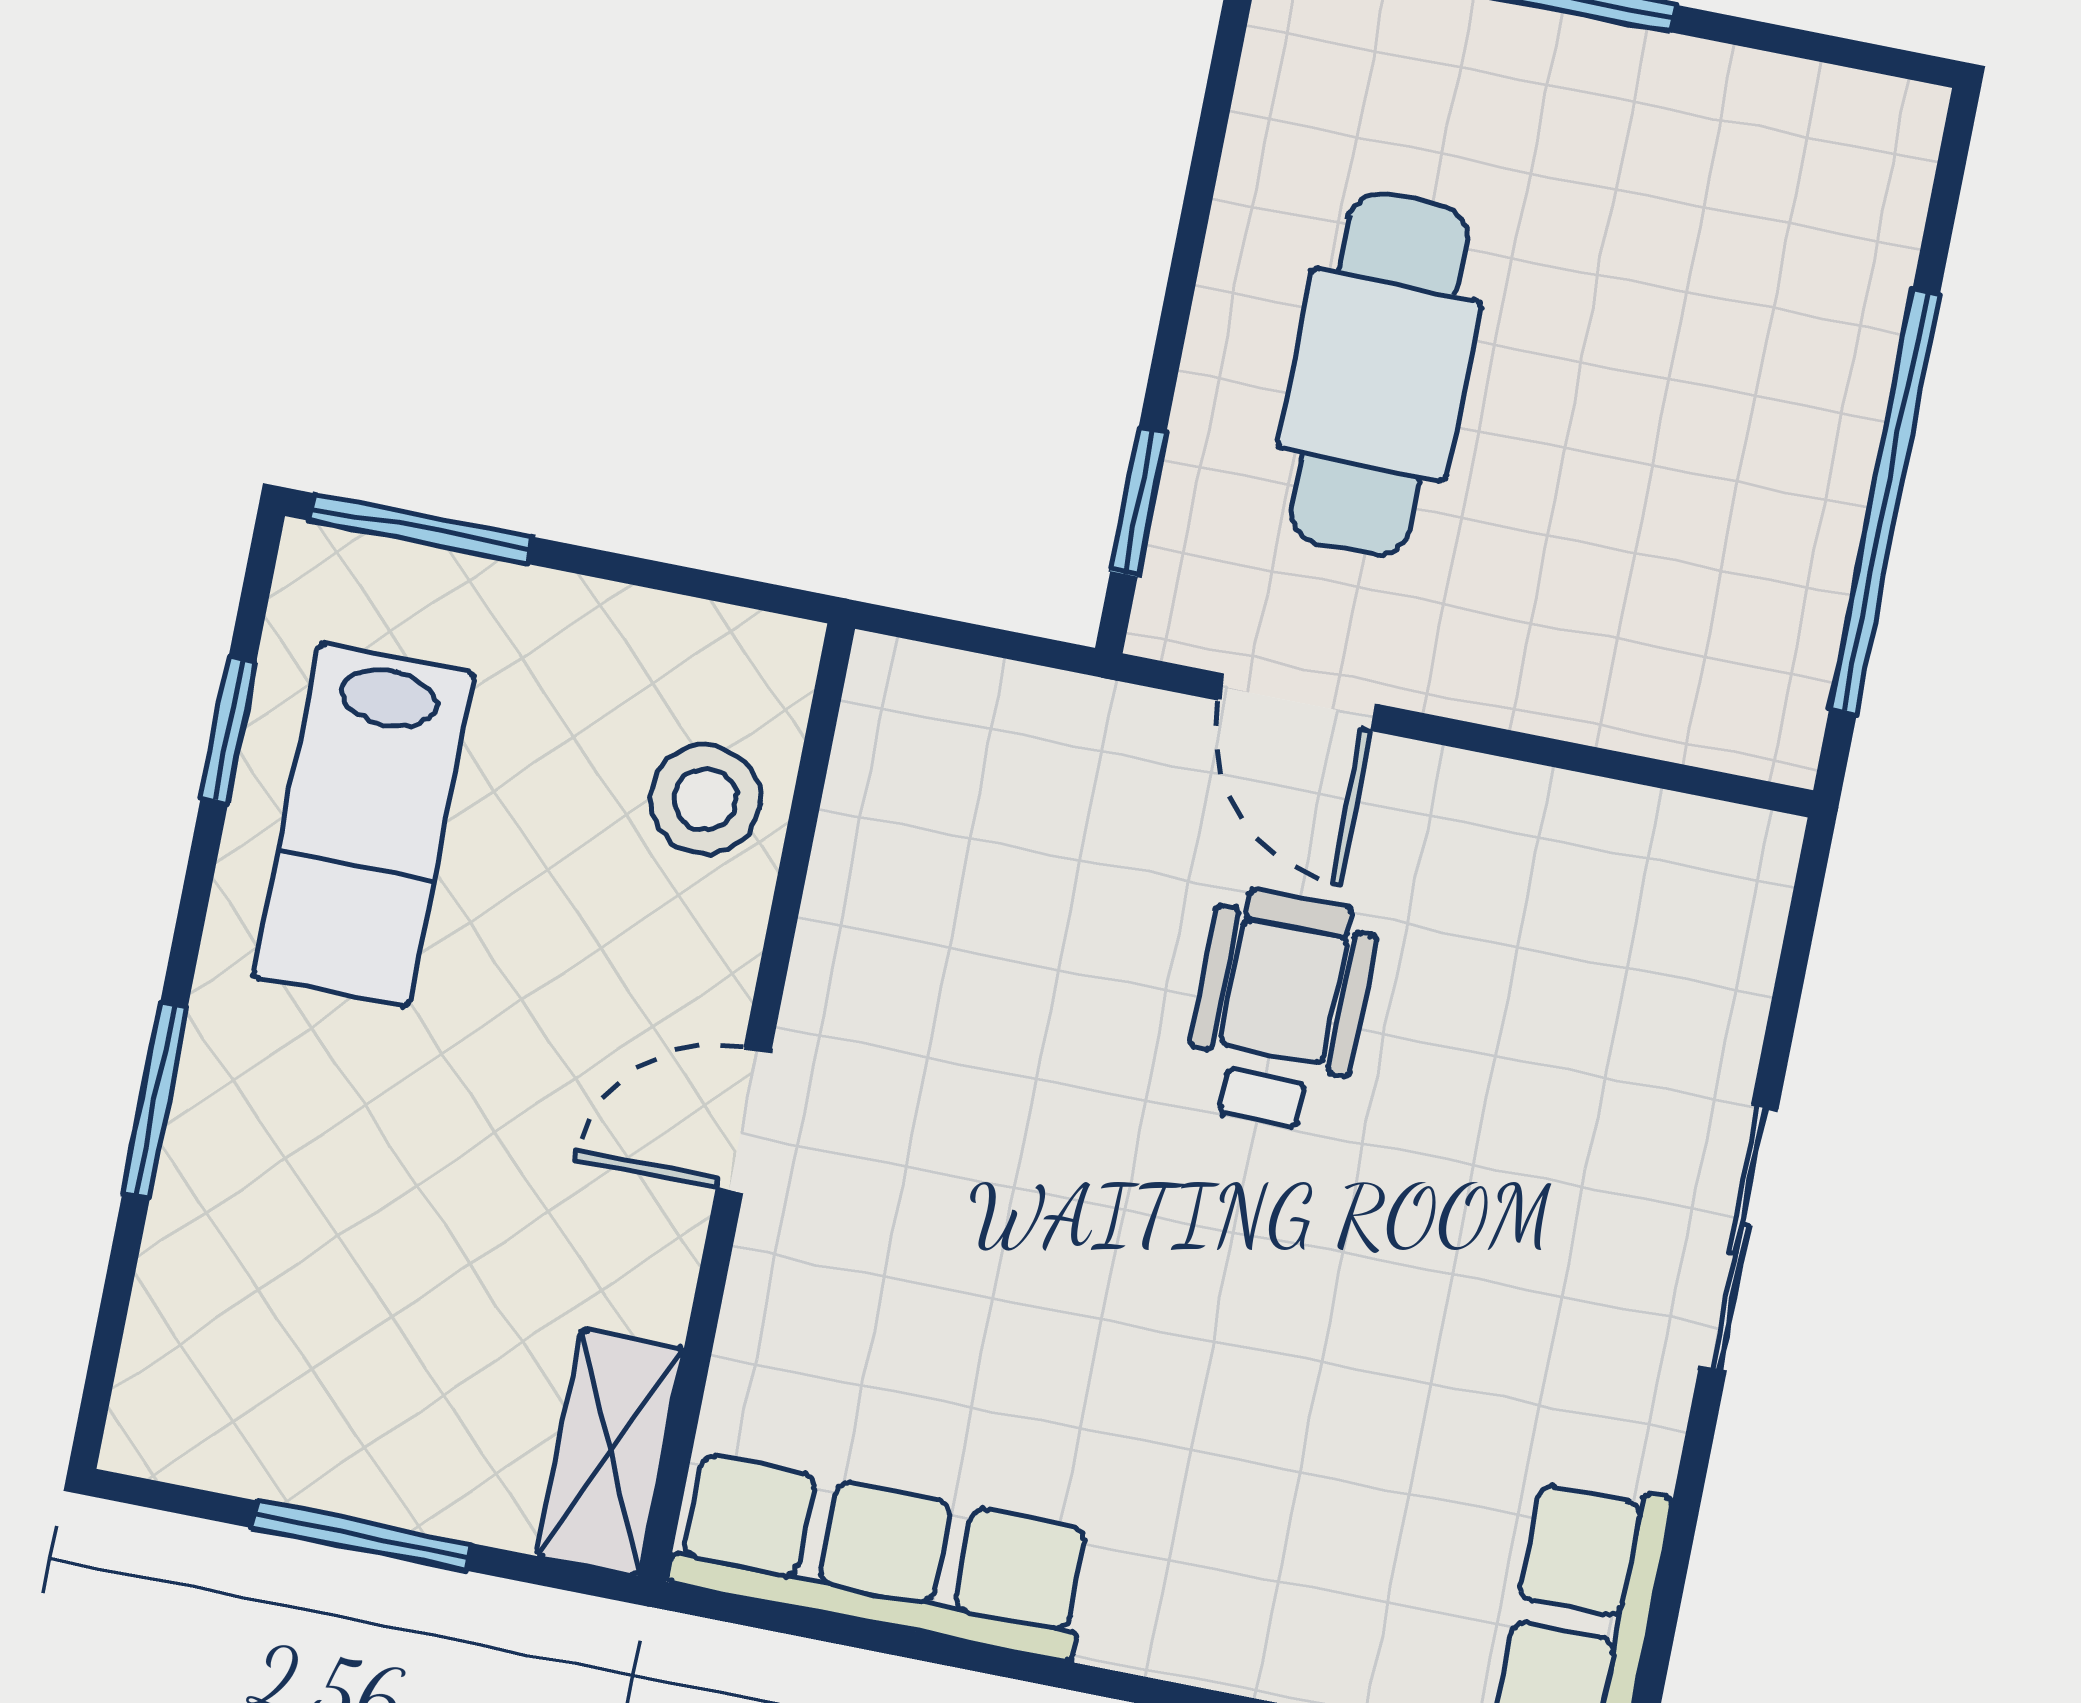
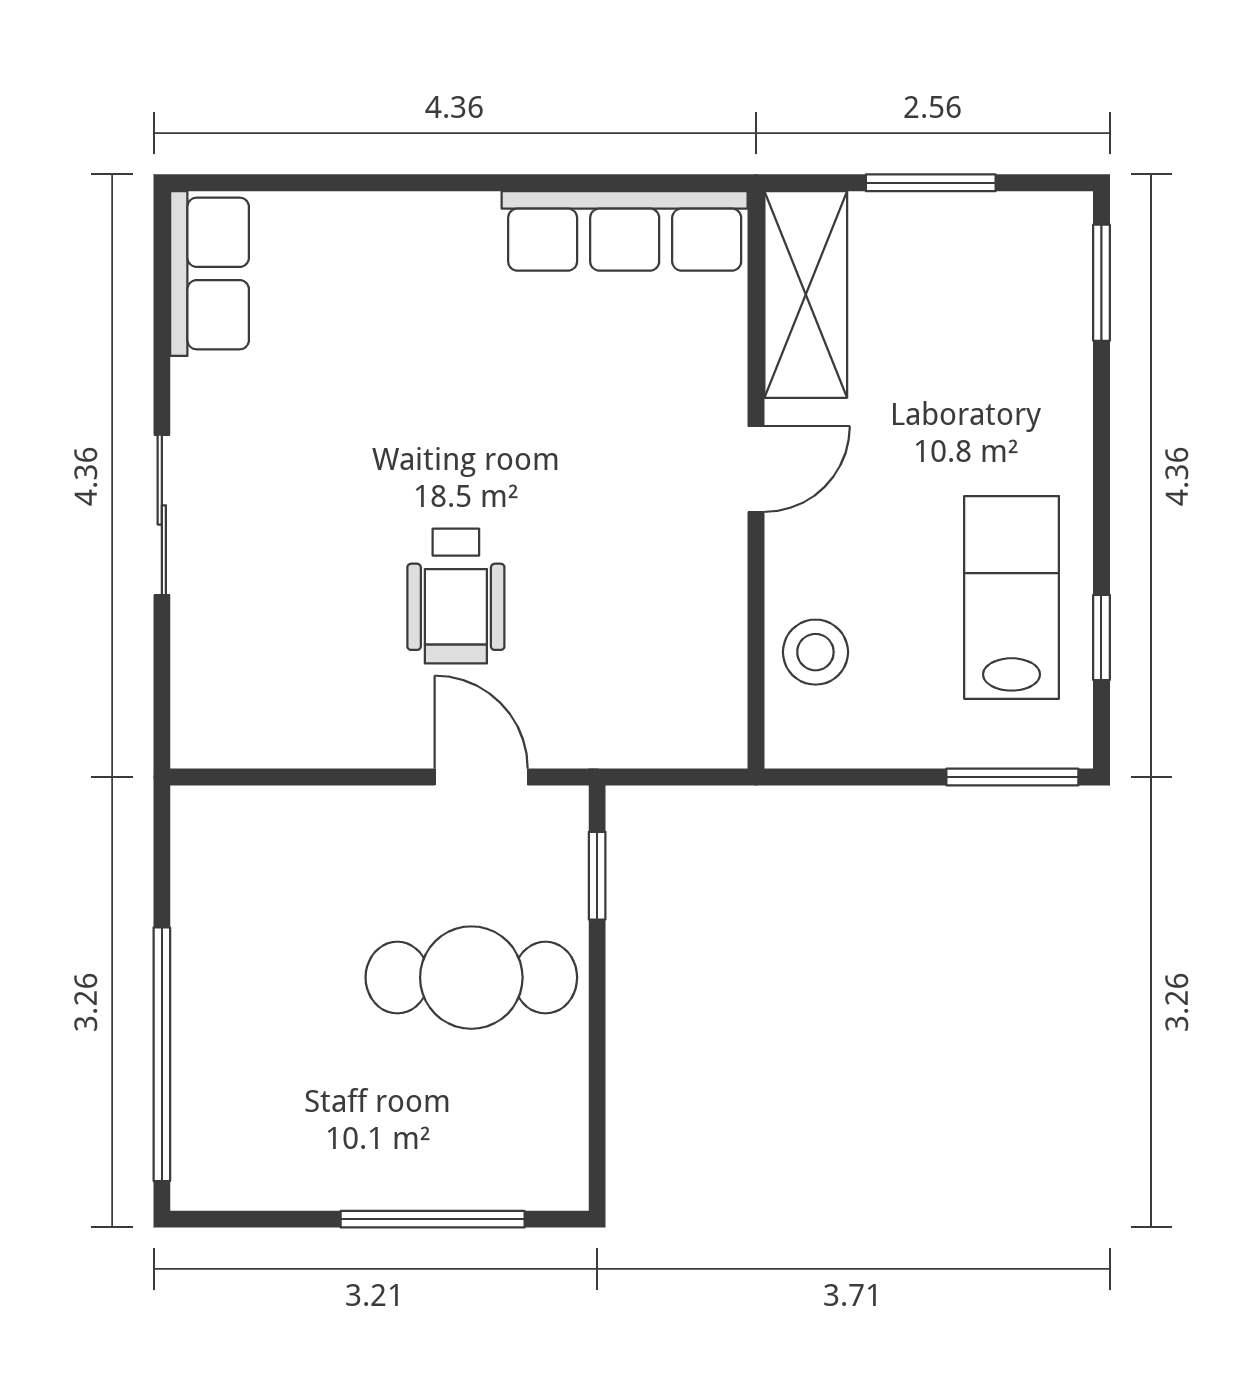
cafe table: (1379, 375) -> (471, 978), turned 90
window: (1885, 502) -> (162, 1054), moved
window: (155, 1101) -> (1101, 283), moved
shelving: (610, 1453) -> (806, 294), width x1.50, depth x1.33

